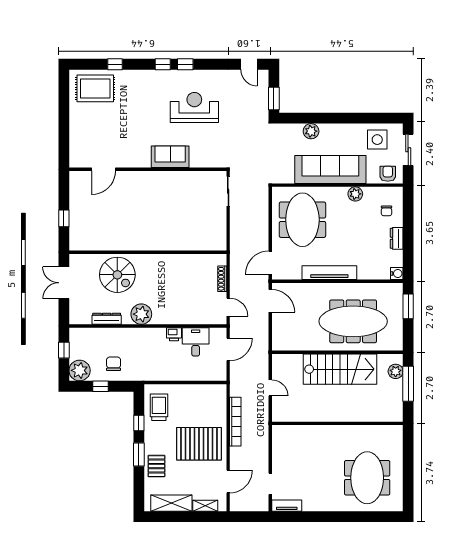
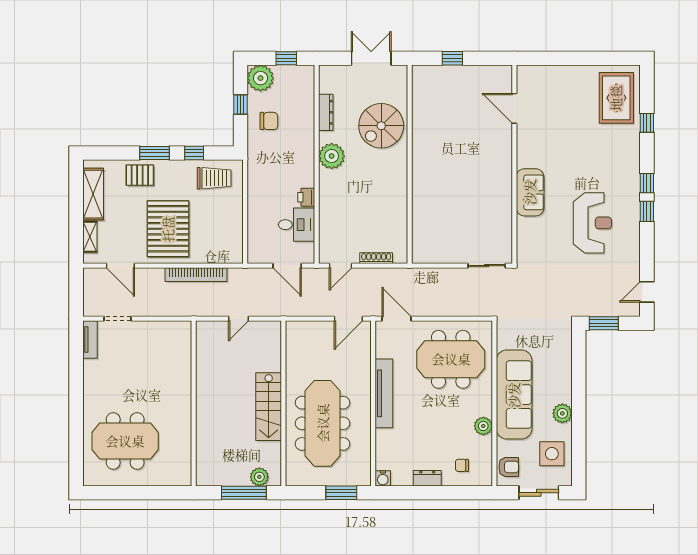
plant: (311, 131) -> (562, 413), moved
stairs: (340, 369) -> (269, 407), width x0.73, depth x0.66

